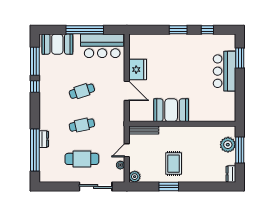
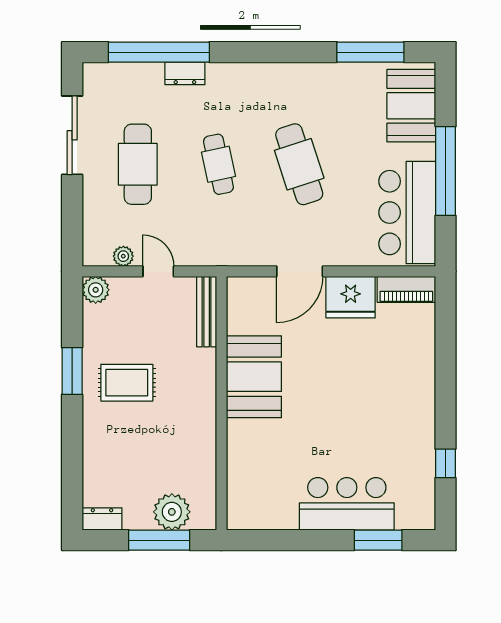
window: (178, 30) -> (446, 393), removed
piano: (134, 46) -> (406, 289), added
window: (35, 86) -> (310, 52), removed
cafe table: (82, 91) -> (299, 164), width x1.37, depth x1.35
sliding door: (96, 186) -> (72, 135), moved

